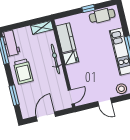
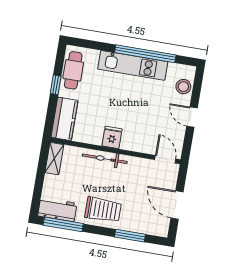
kitchen counter: (66, 38) -> (64, 119), moved, turned 90
door: (105, 102) -> (192, 117), swing flipped

